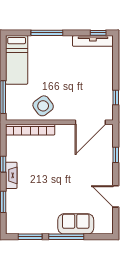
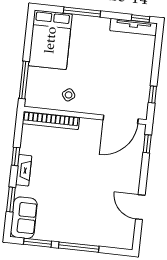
bed: (17, 60) -> (50, 40), width x1.50
side table: (43, 106) -> (69, 95), width x0.54, depth x0.54
window: (116, 155) -> (147, 144), moved
sofa: (76, 224) -> (24, 218), moved, turned 90

